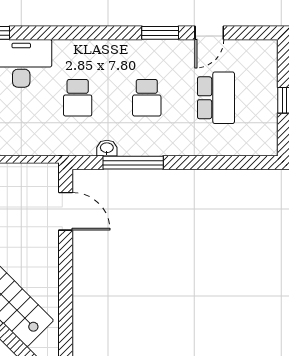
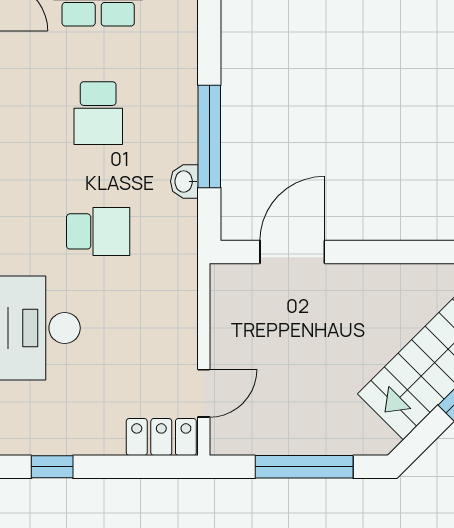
school desk: (147, 98) -> (98, 113), turned 90

